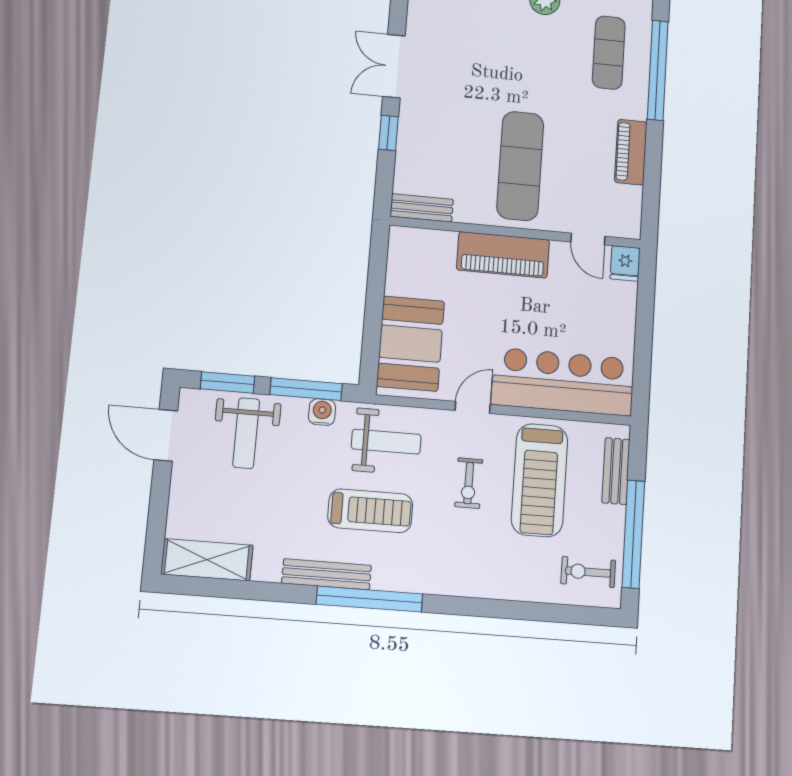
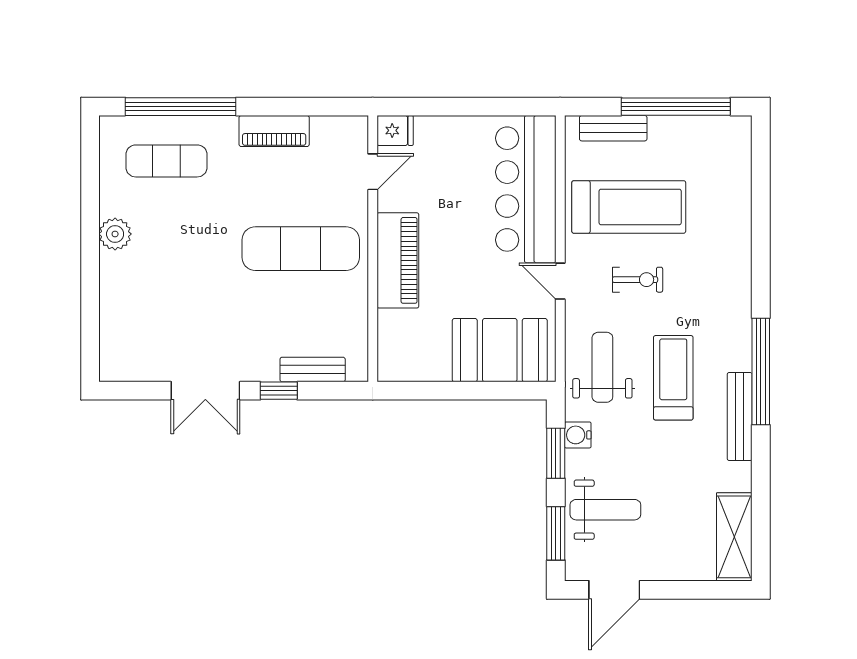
bench: (422, 208) -> (313, 370), moved, turned 90
window: (306, 389) -> (556, 453), width x0.69
exercise bike: (588, 572) -> (718, 151), removed

